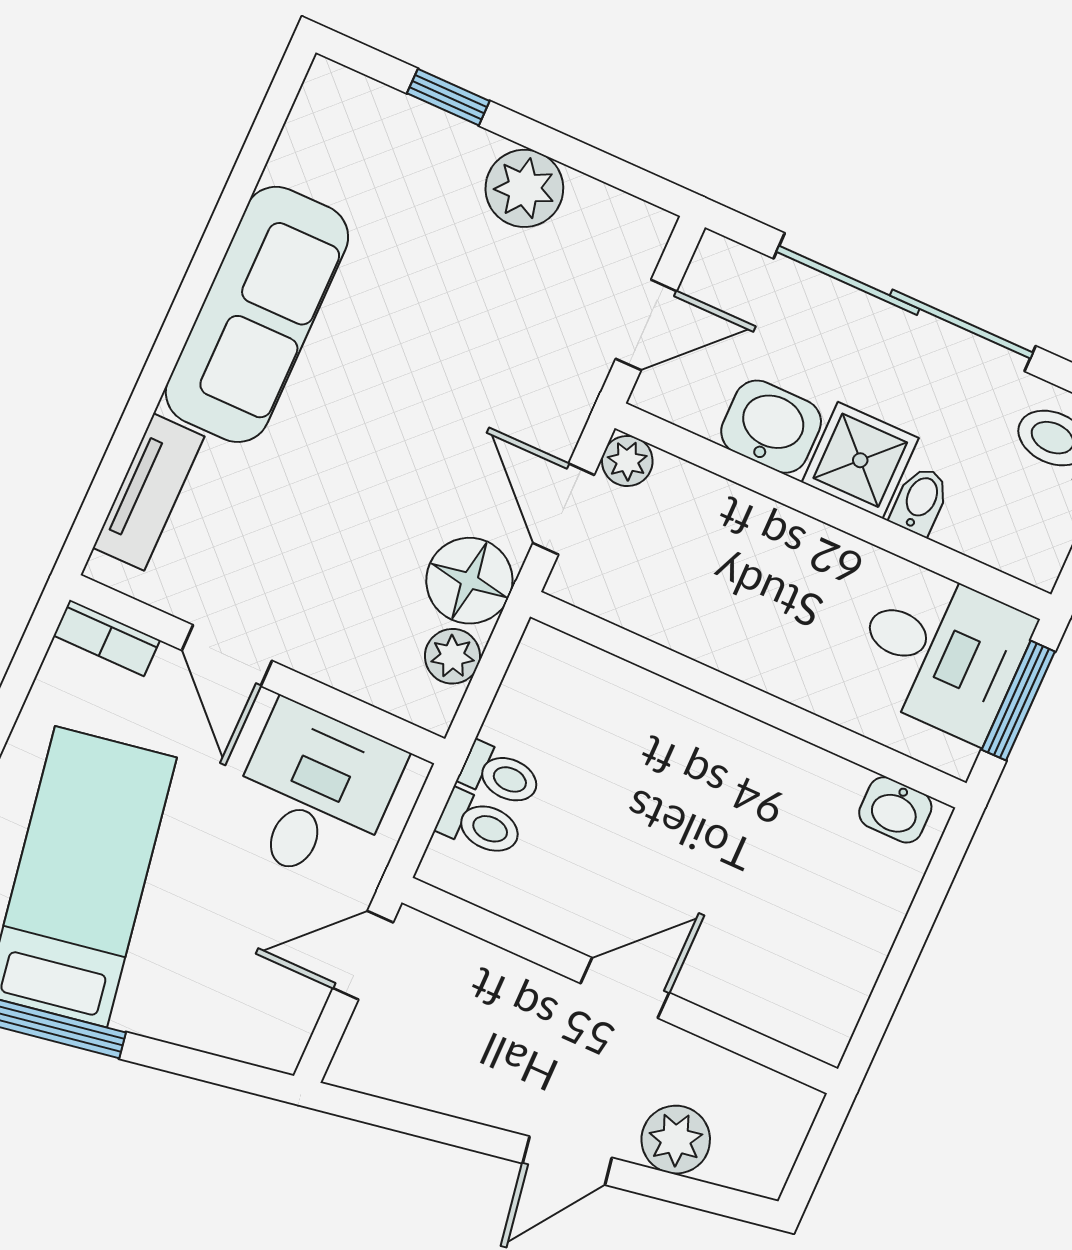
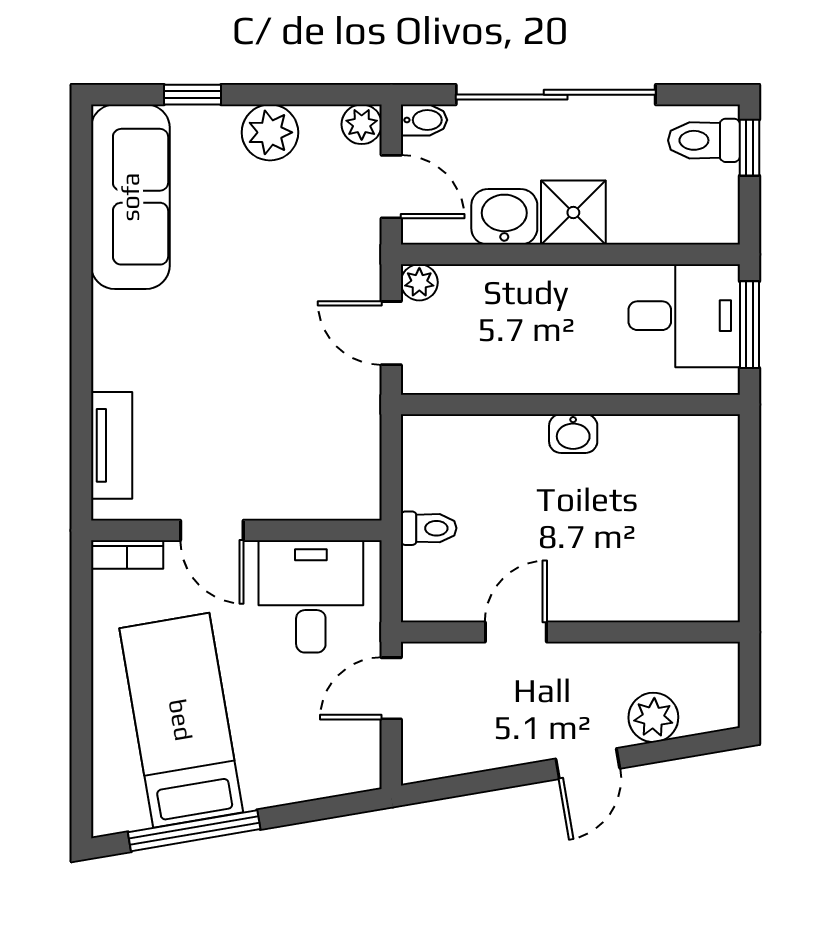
sofa: (257, 314) -> (130, 197), moved
door: (646, 325) -> (391, 187), hinge flipped
bidet: (920, 501) -> (424, 120), moved, turned 90
floor lamp: (469, 581) -> (350, 409), removed
plant: (453, 656) -> (362, 124), moved
washbasin: (895, 810) -> (573, 434), moved
toilet: (480, 824) -> (430, 567), removed
door: (625, 988) -> (516, 632), moved

